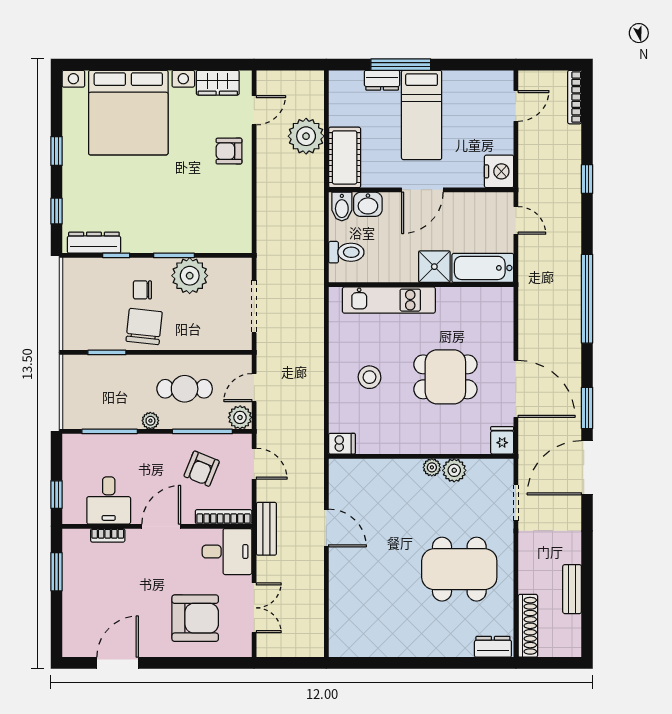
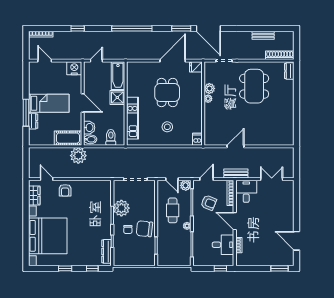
plant: (306, 136) -> (78, 156), moved
window: (57, 572) -> (279, 268), moved
armchair: (195, 618) -> (276, 206), removed

